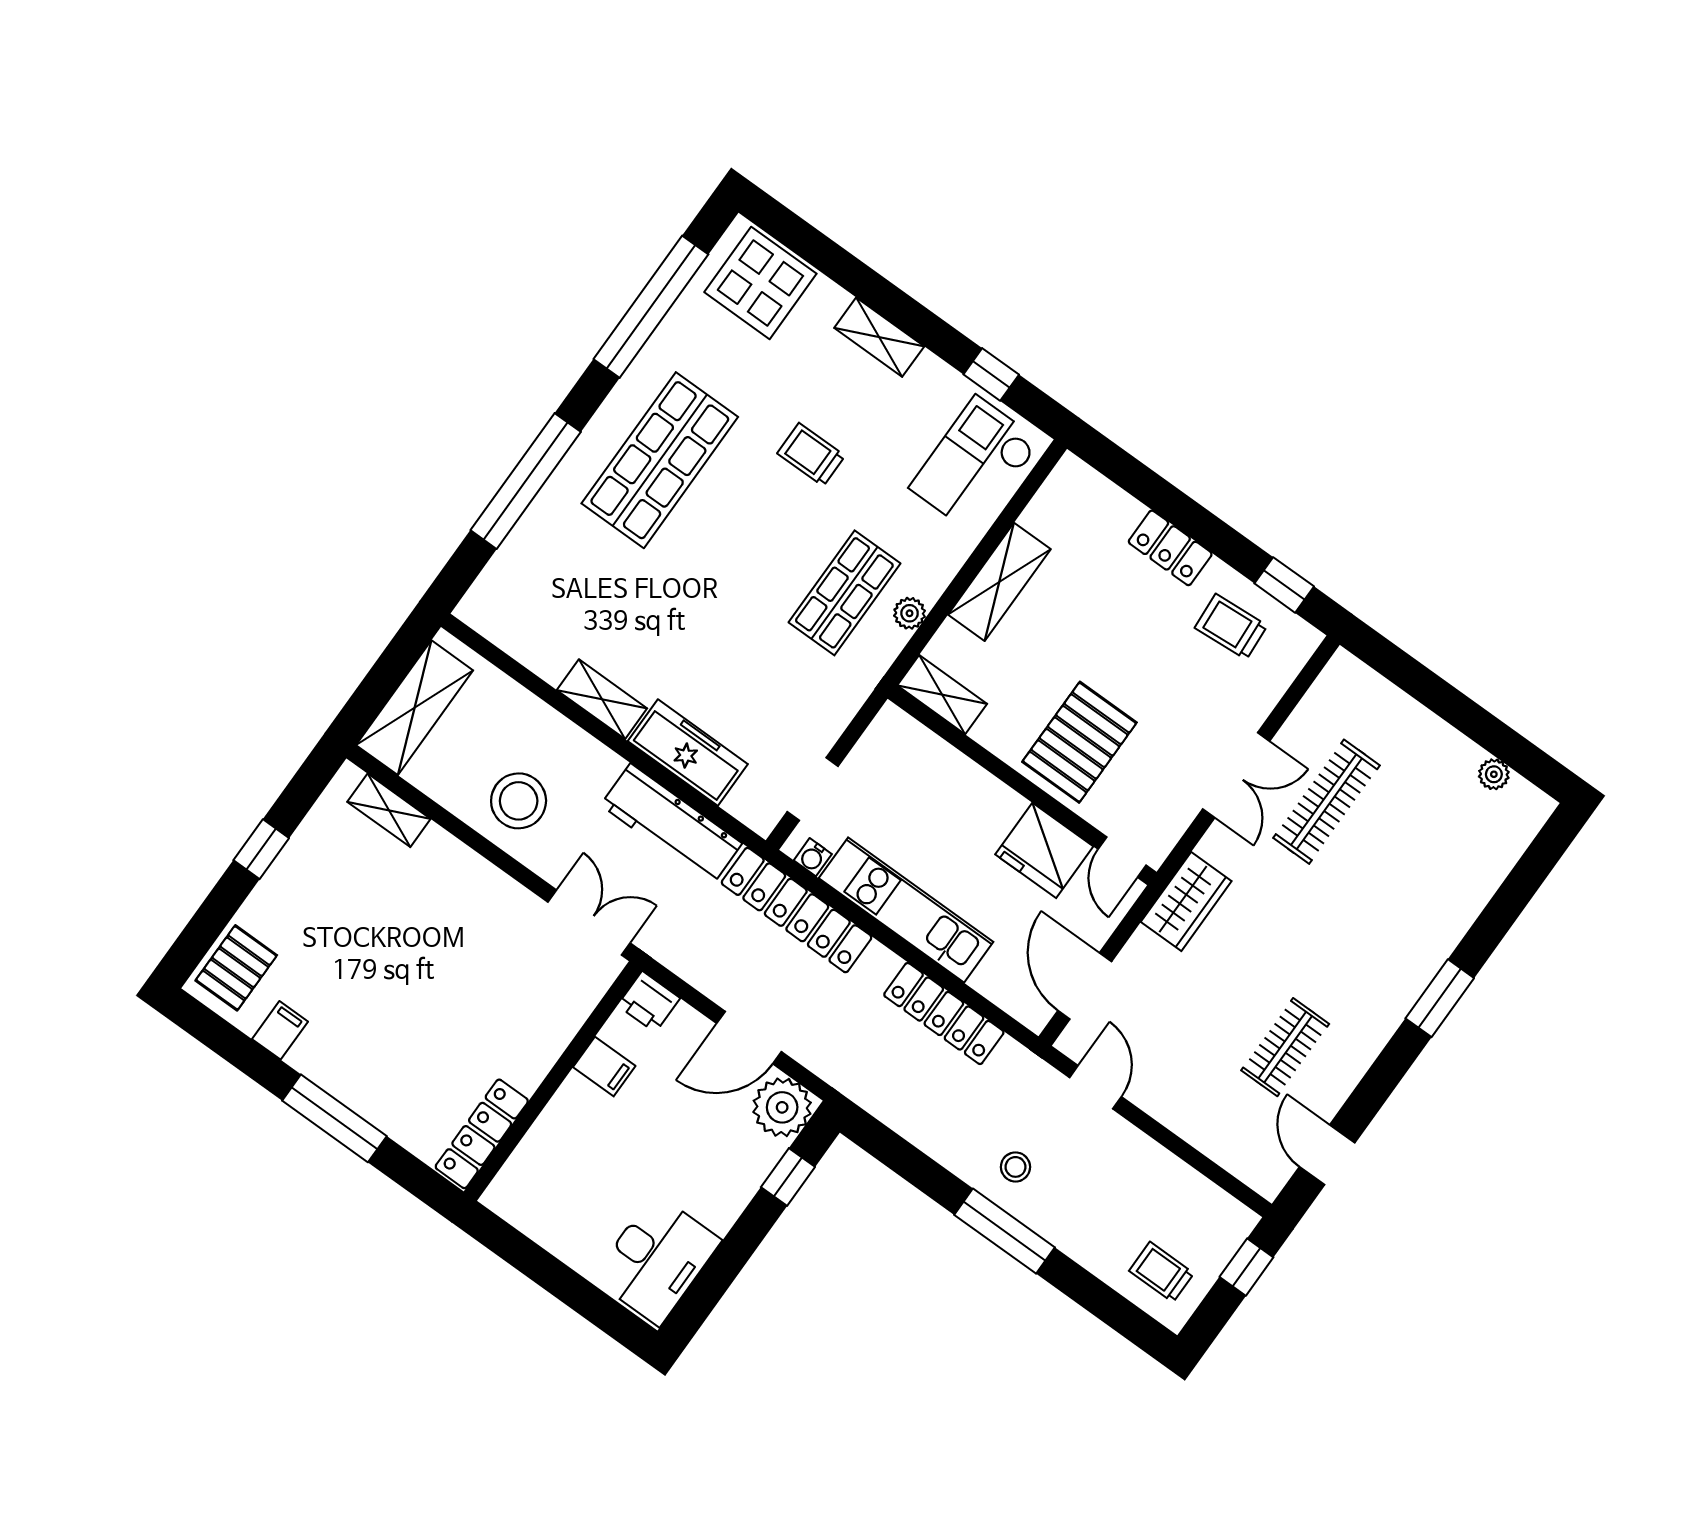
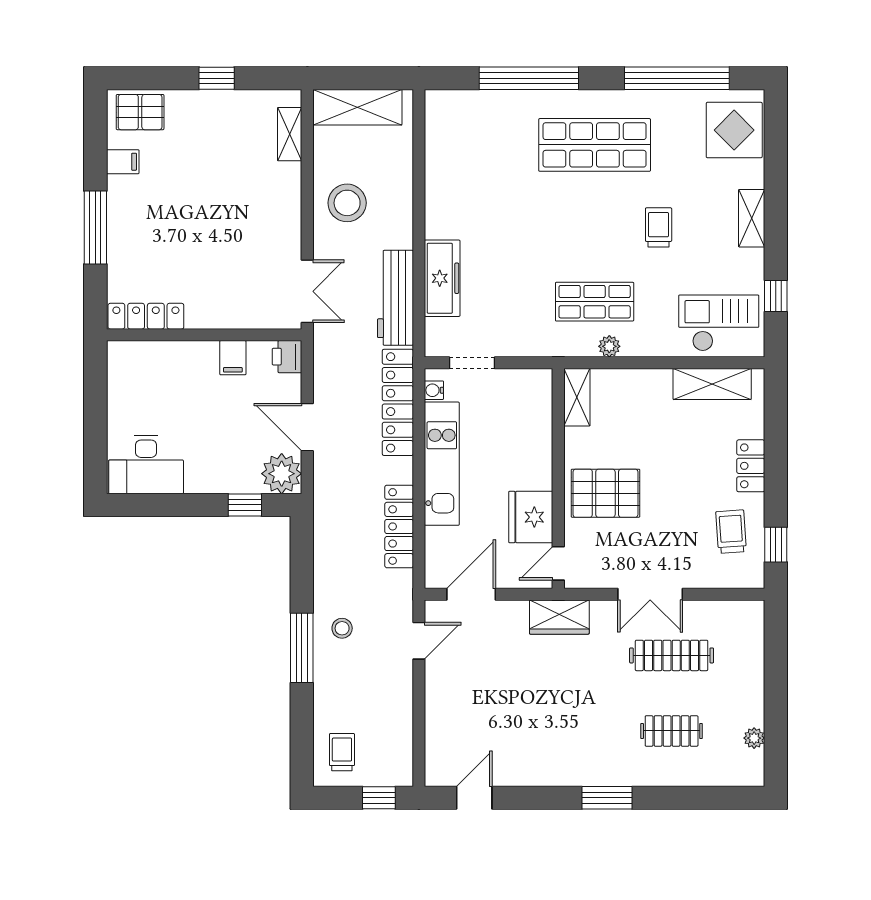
shelving: (999, 582) -> (712, 384), moved
shelving: (602, 699) -> (438, 209), removed
clothes rail: (1285, 1047) -> (672, 731), moved

